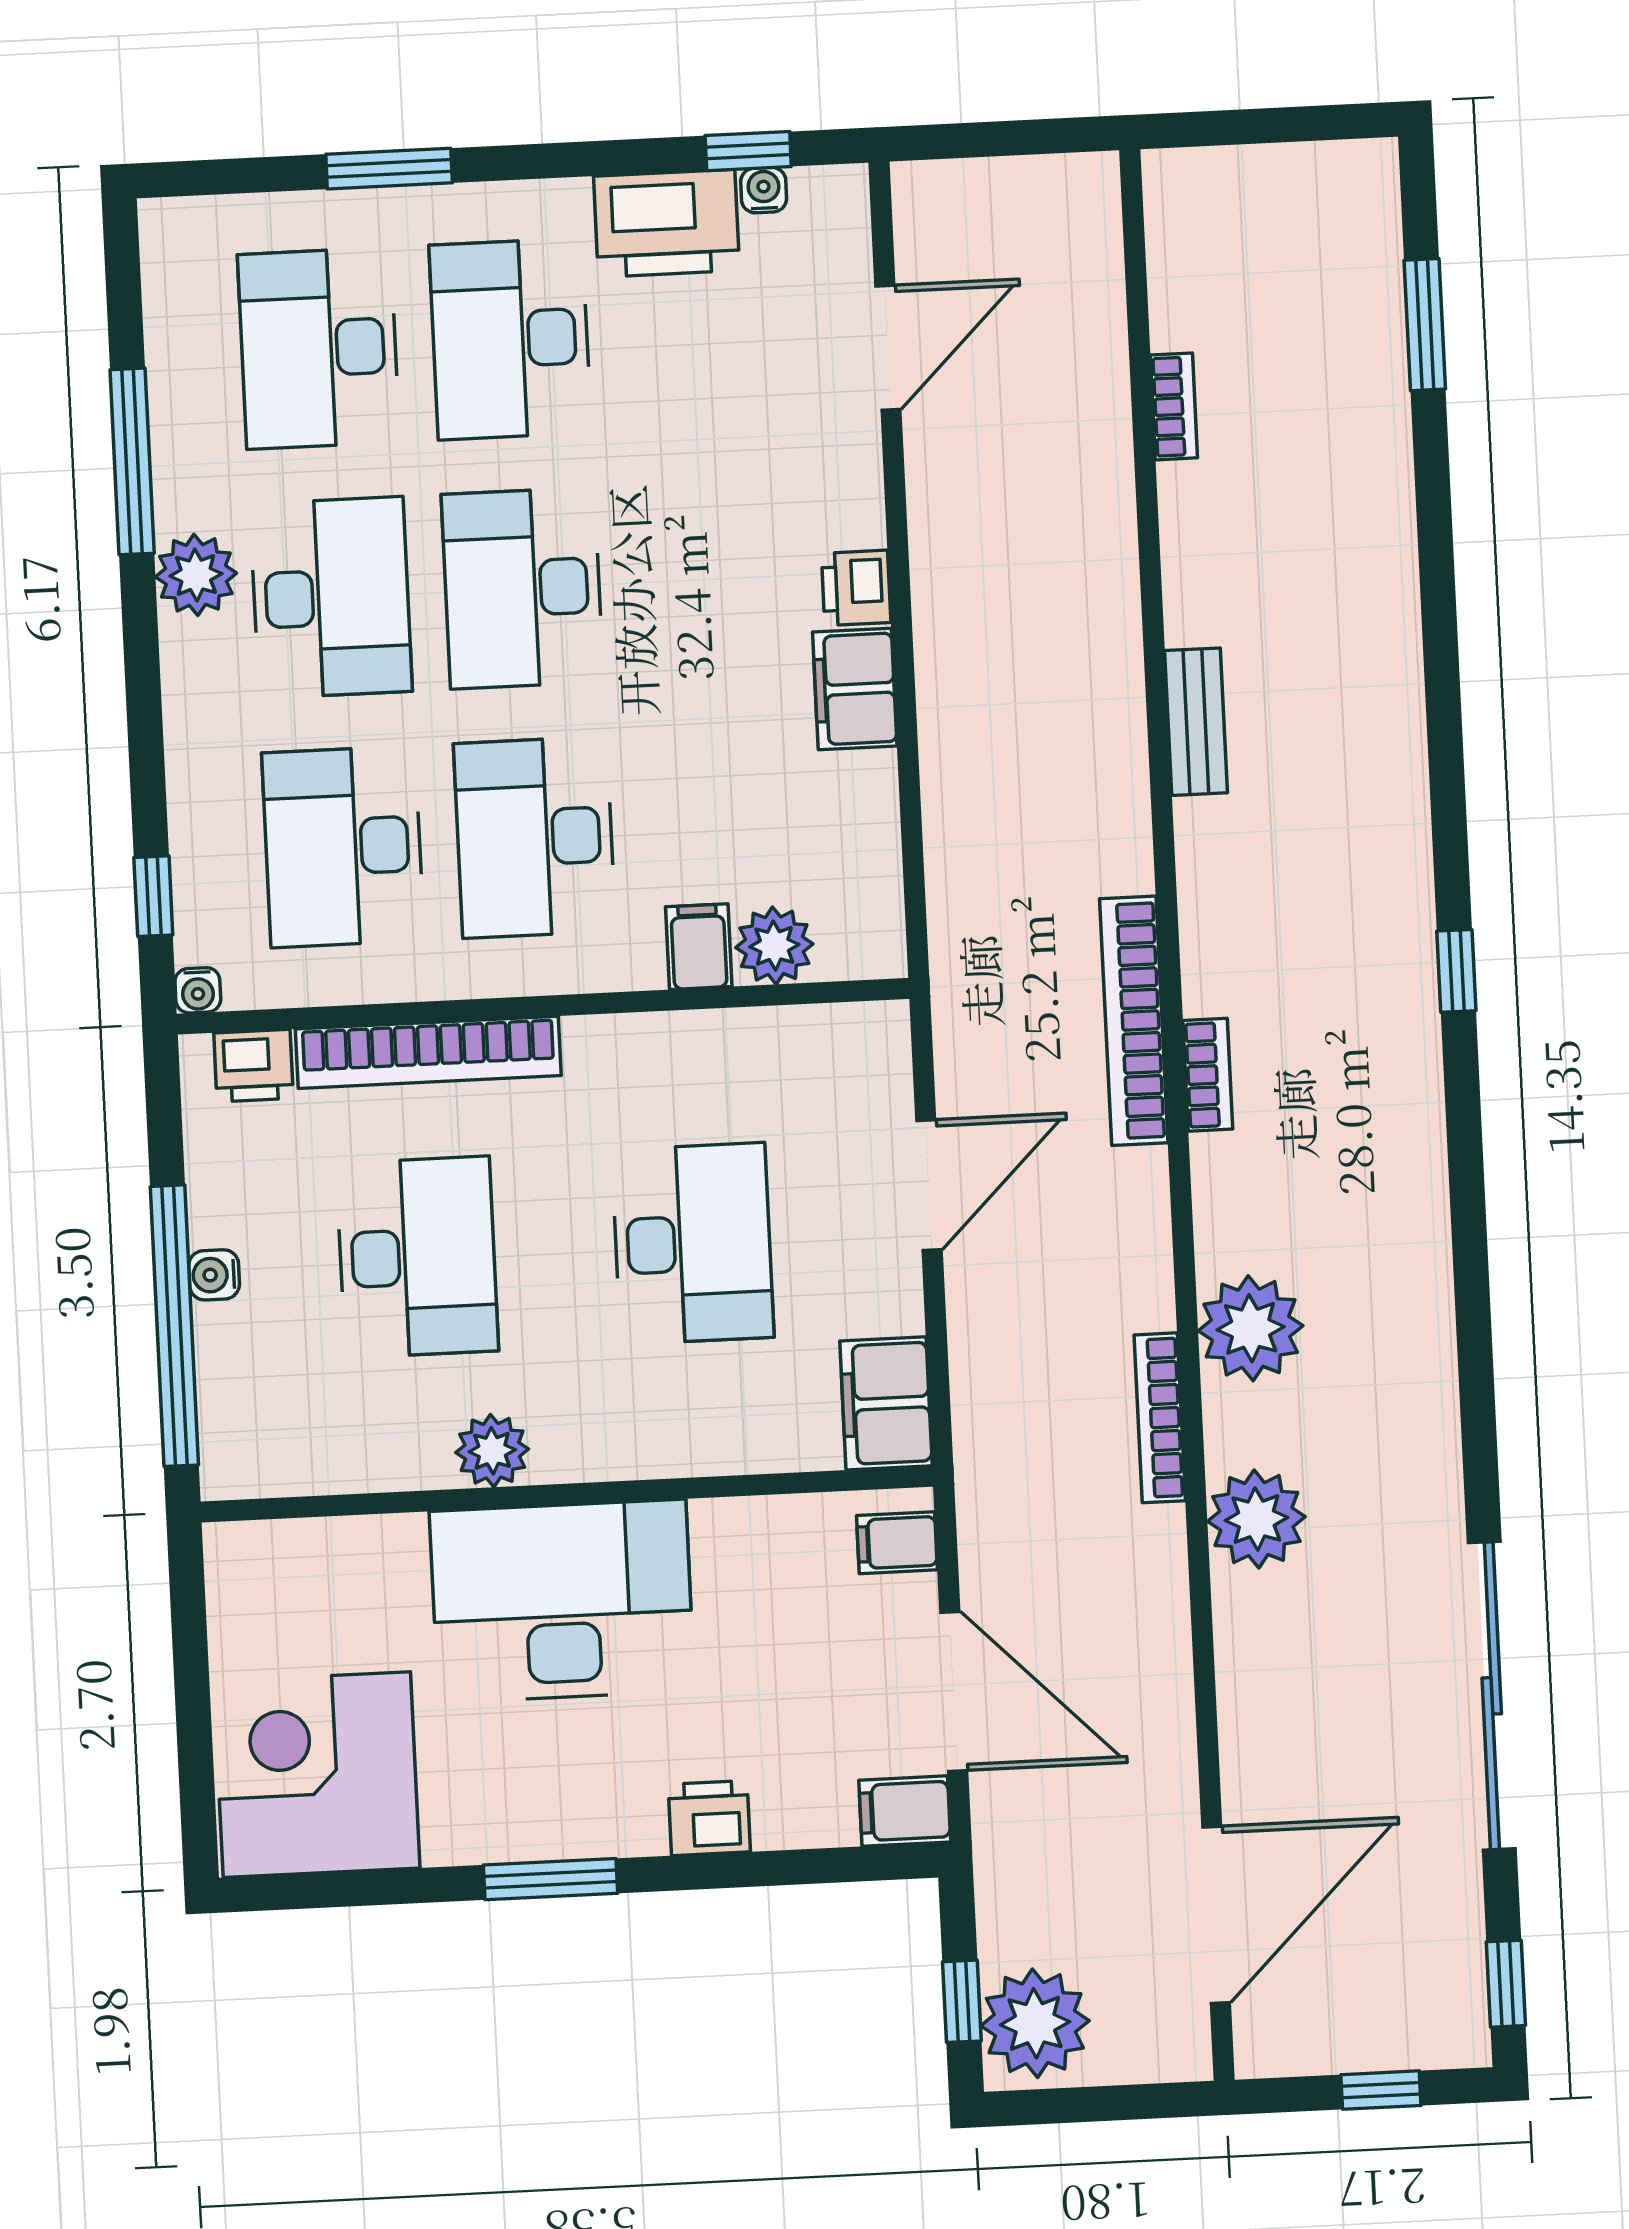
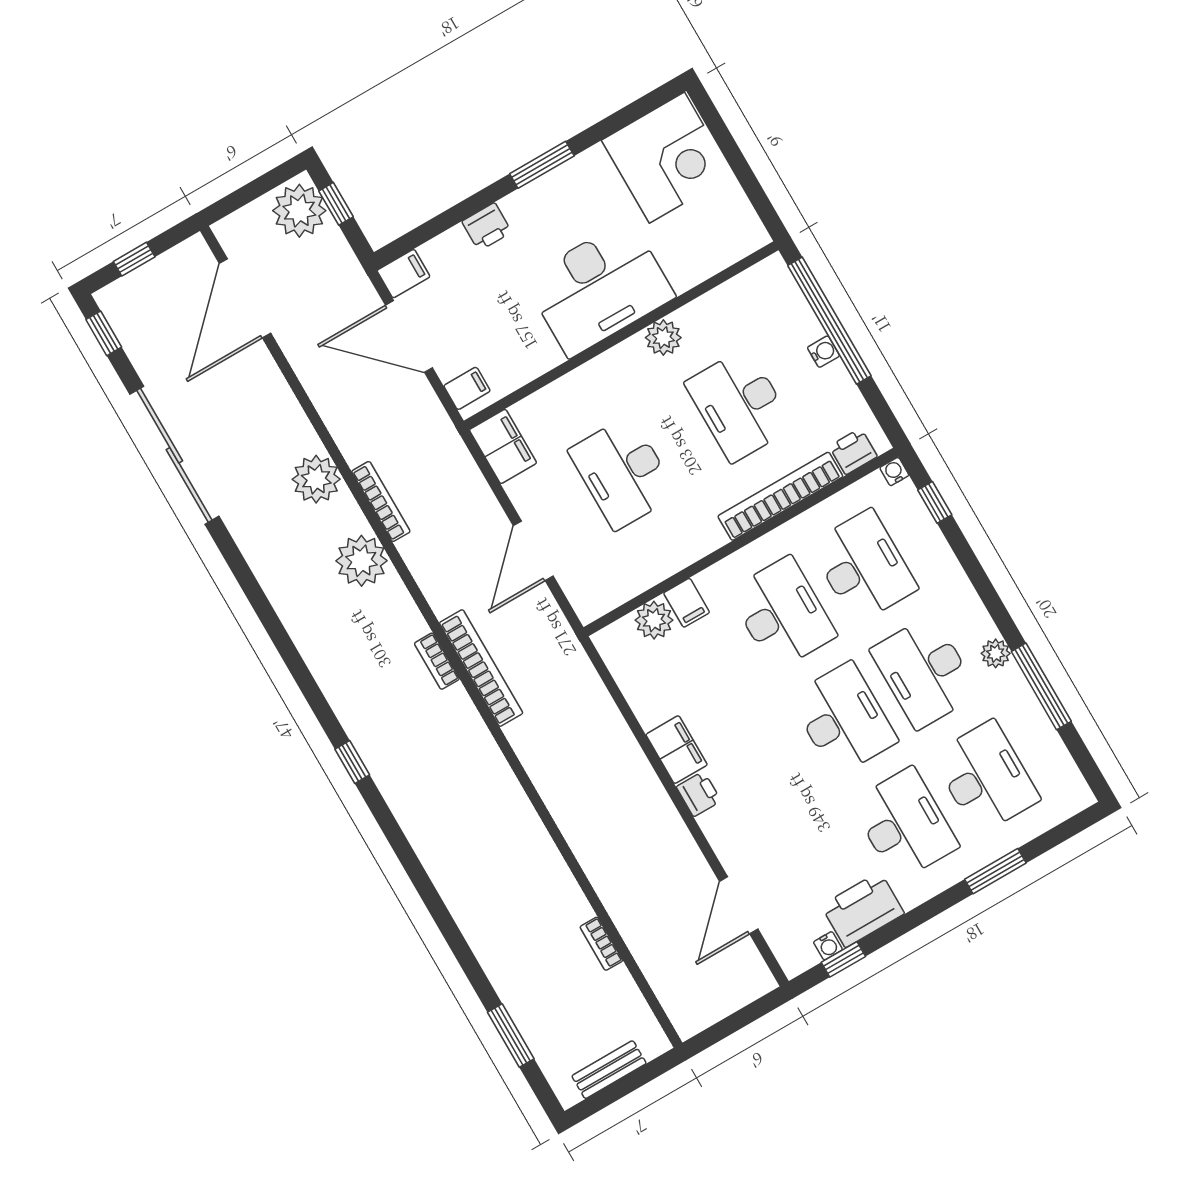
plant: (196, 575) -> (996, 653), width x0.73, depth x0.73
bench: (1196, 722) -> (609, 1070), moved, turned 90

